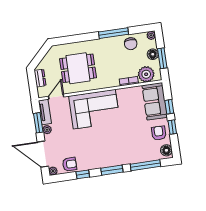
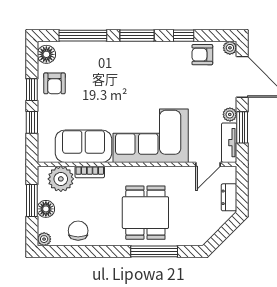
window: (114, 33) -> (154, 251), moved
dining table: (78, 68) -> (145, 213), moved, turned 90
sofa: (155, 101) -> (83, 146), moved, turned -90

